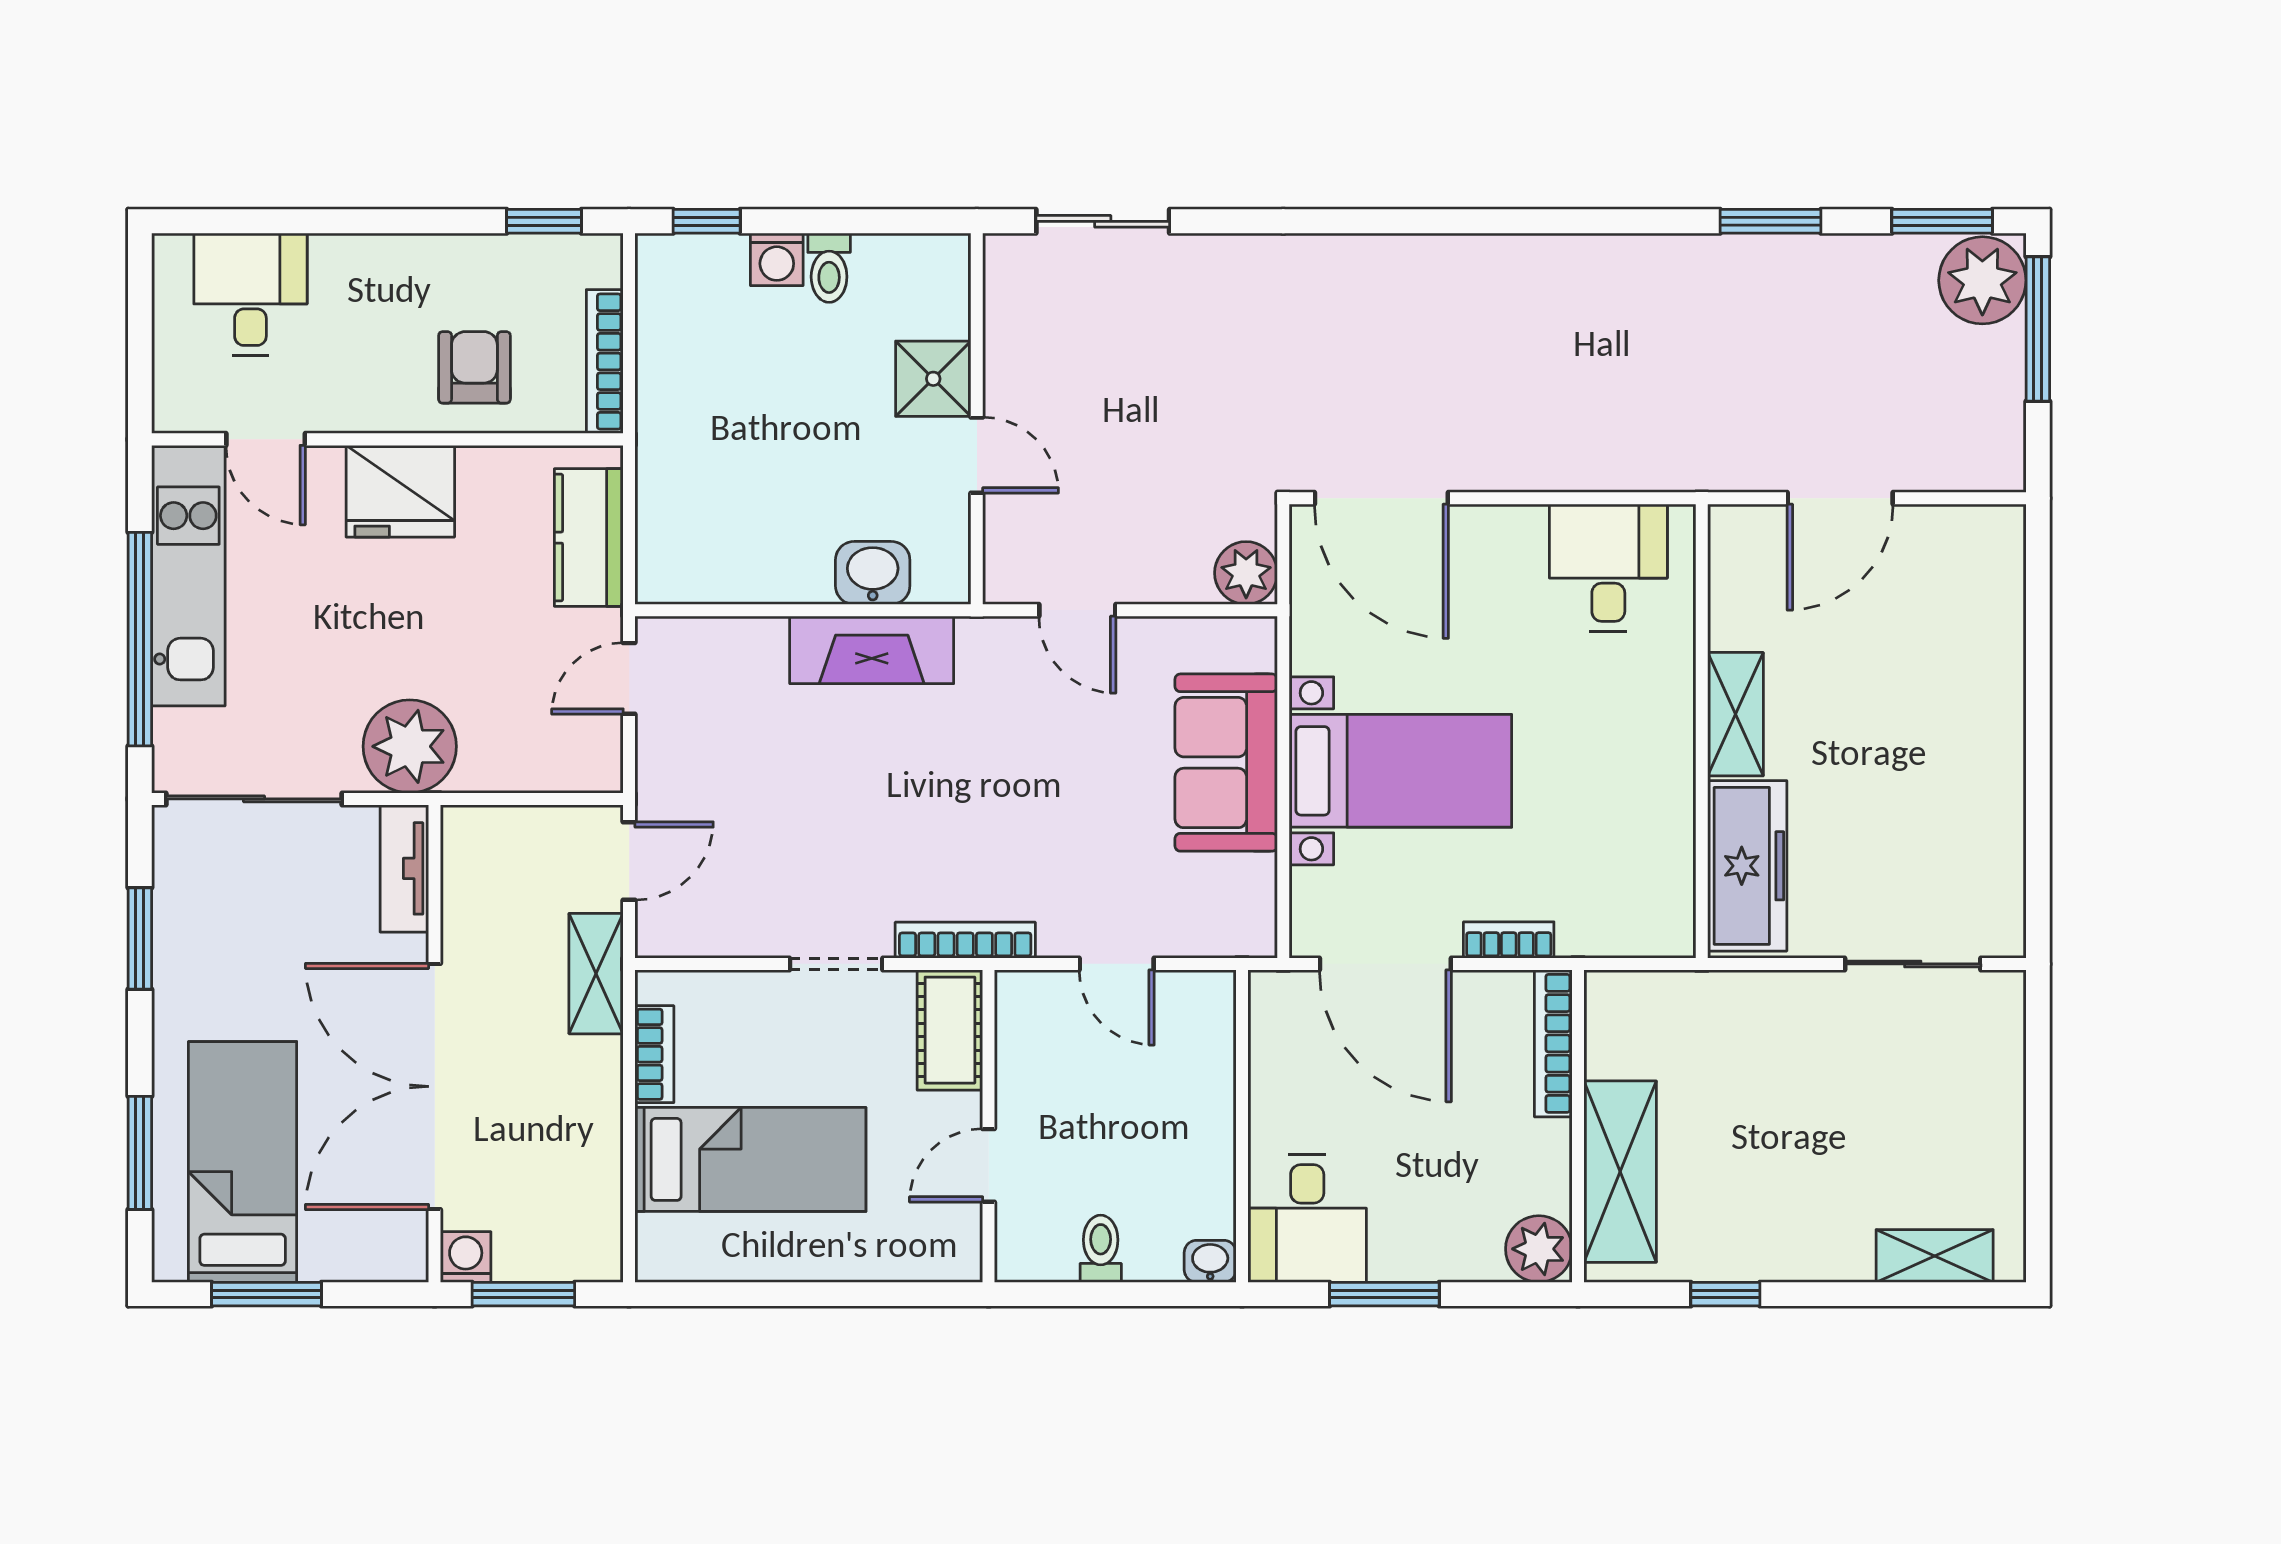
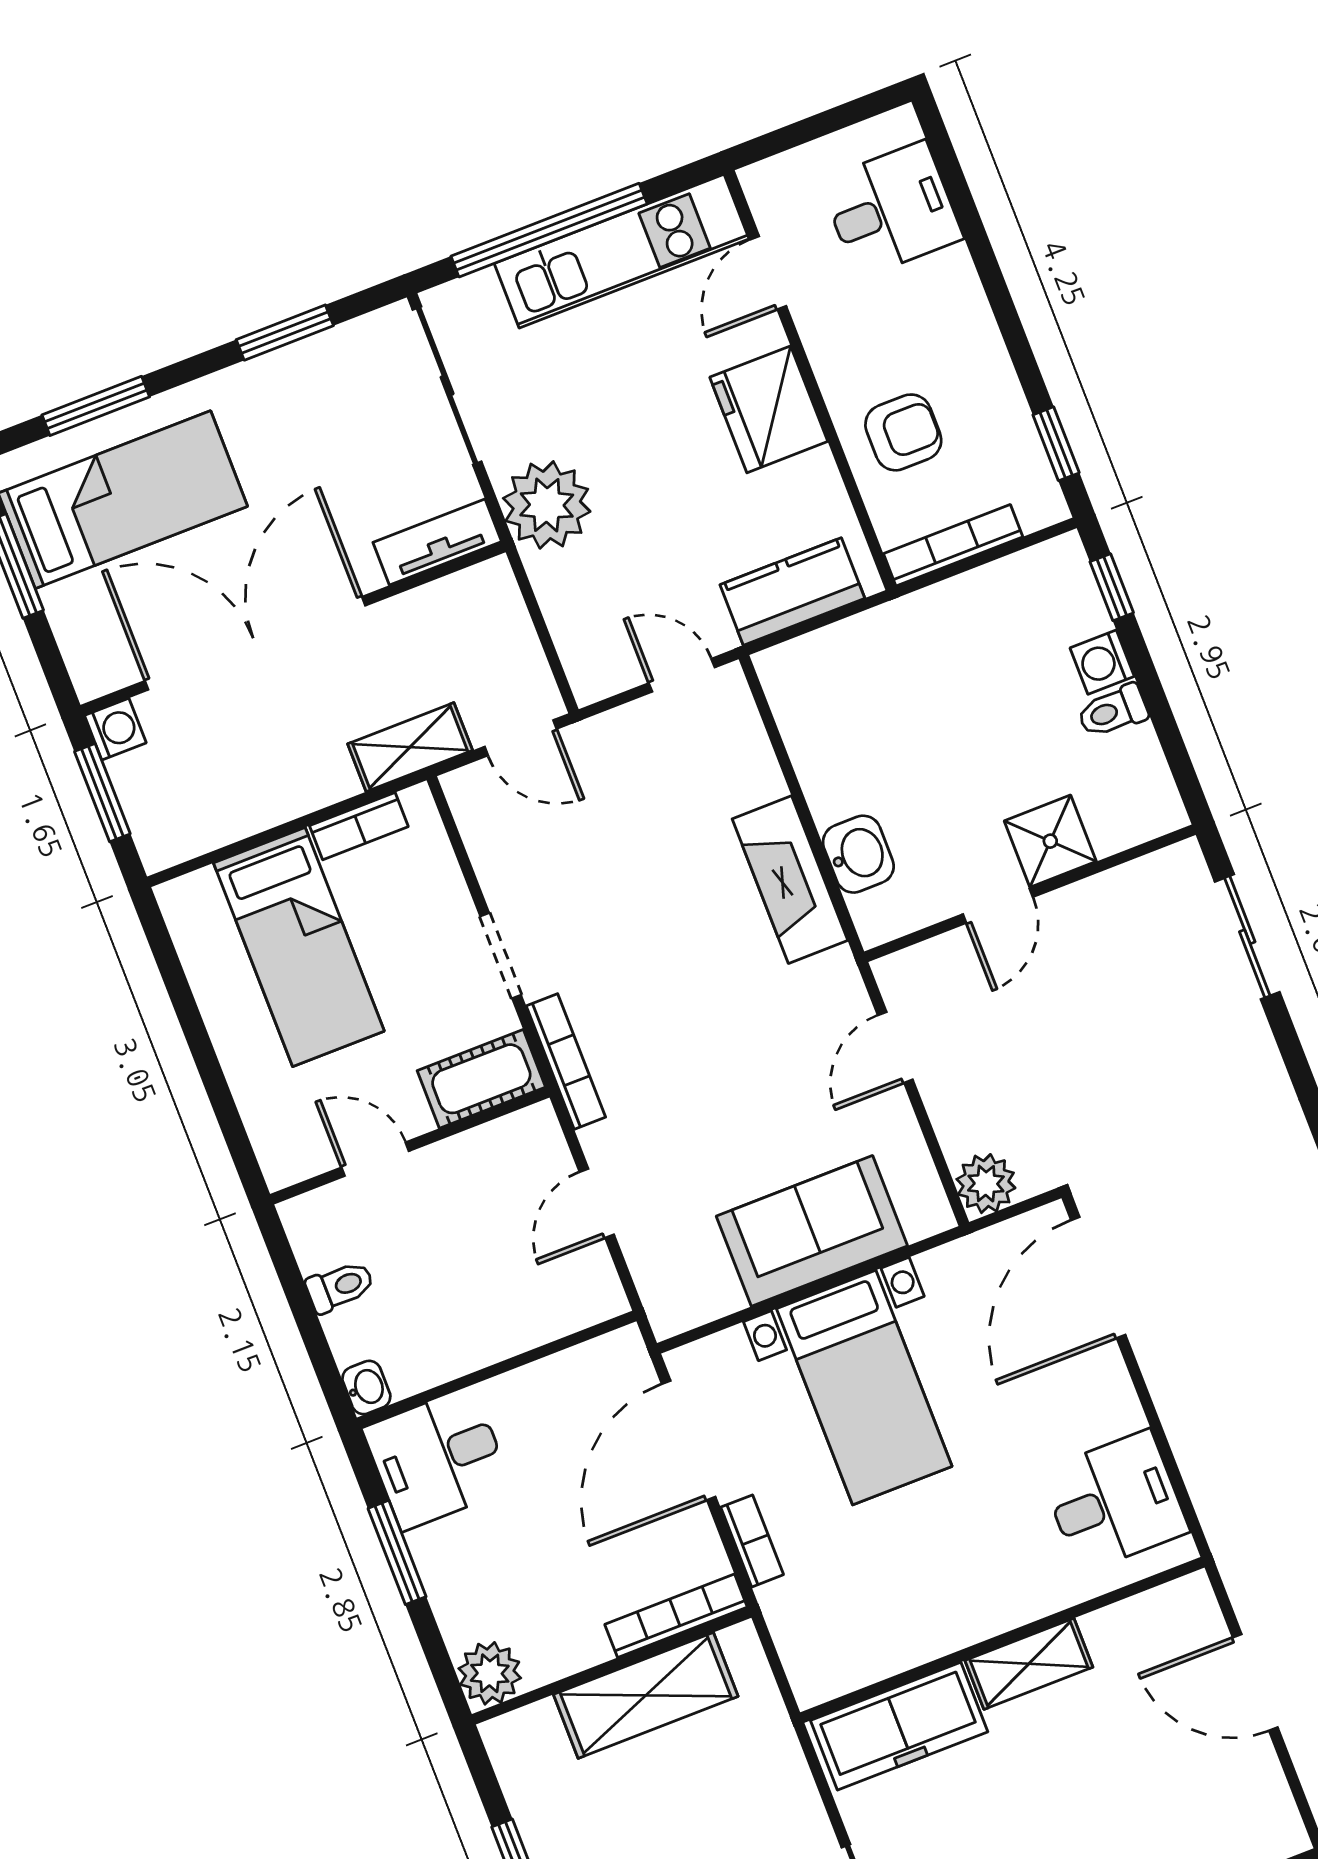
shelving: (1620, 1172) -> (646, 1695), moved

